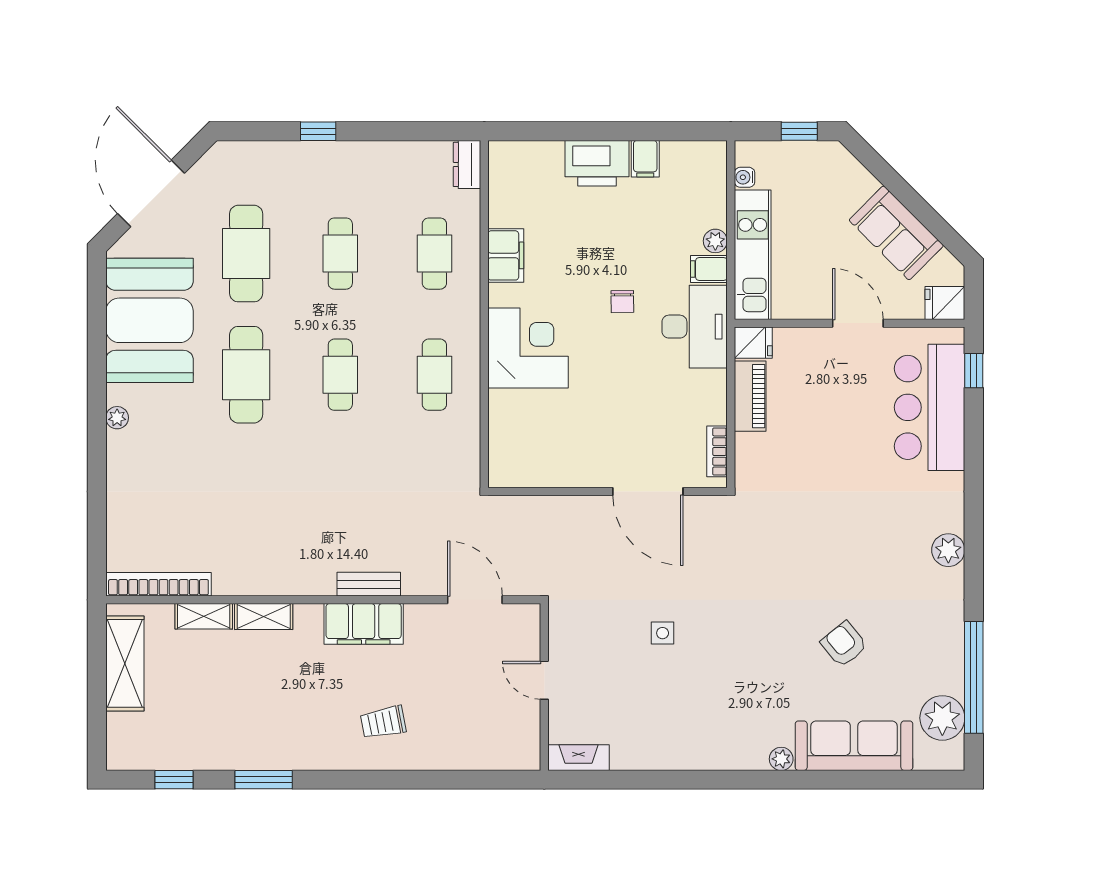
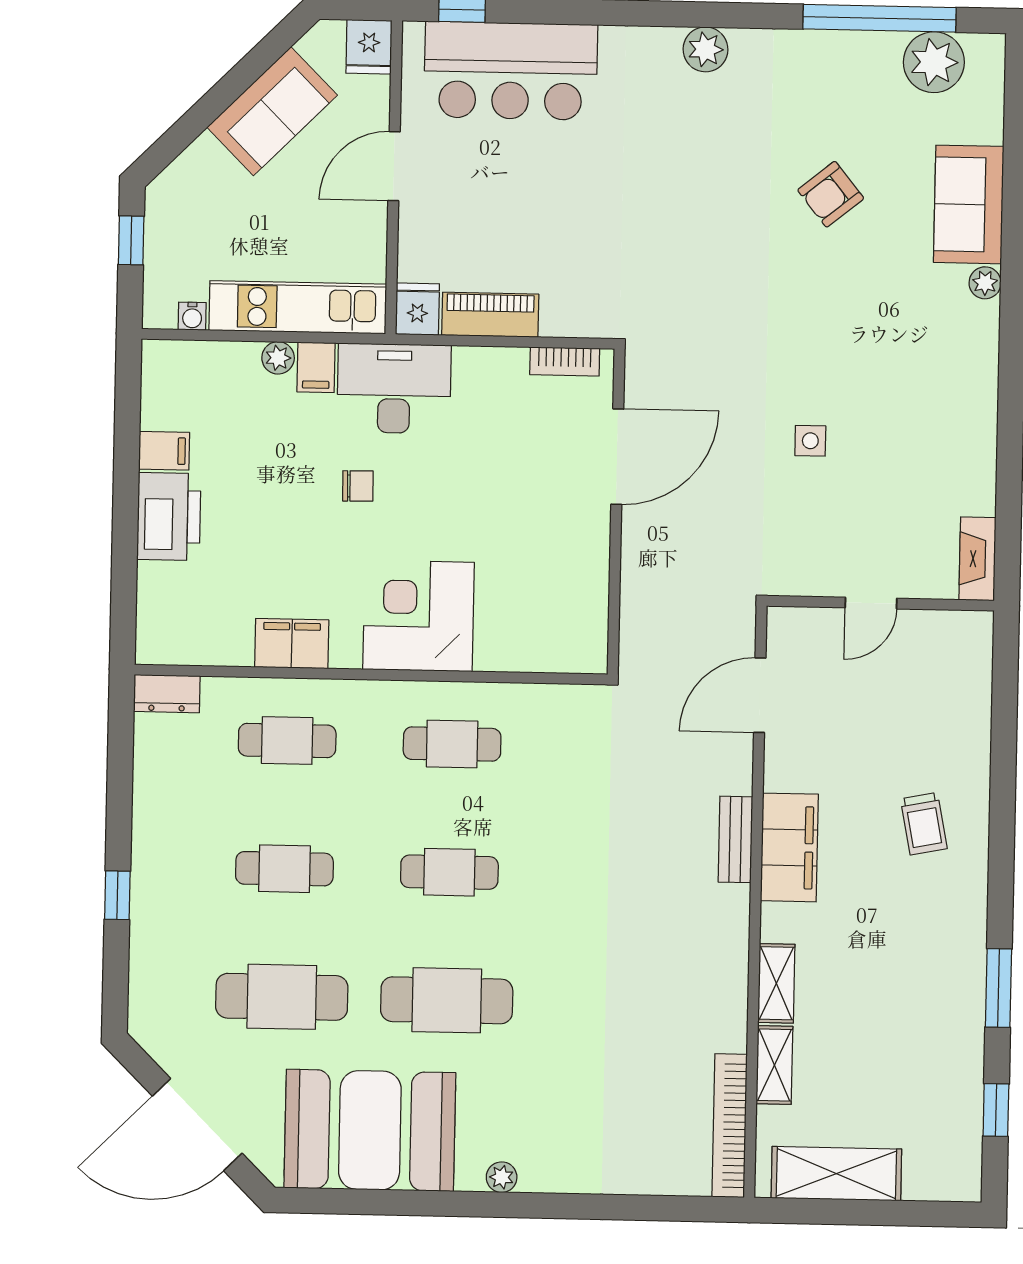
sofa: (854, 746) -> (969, 204), width x0.73

